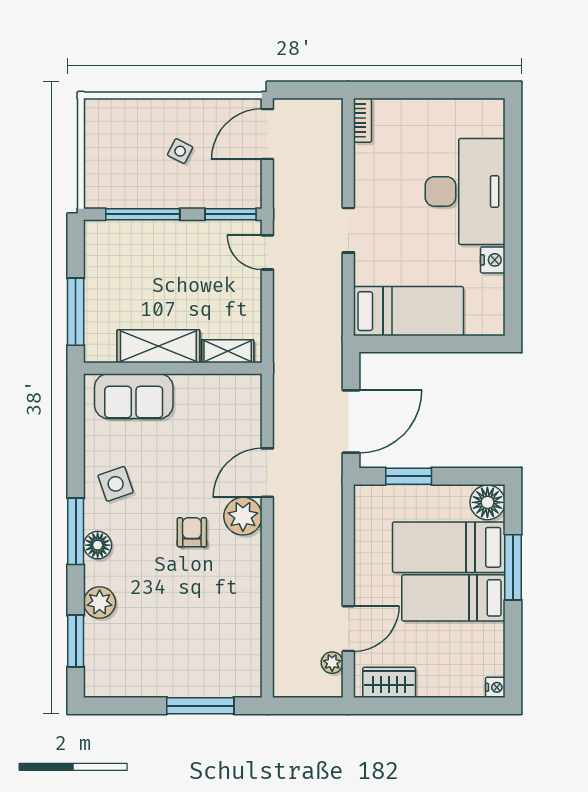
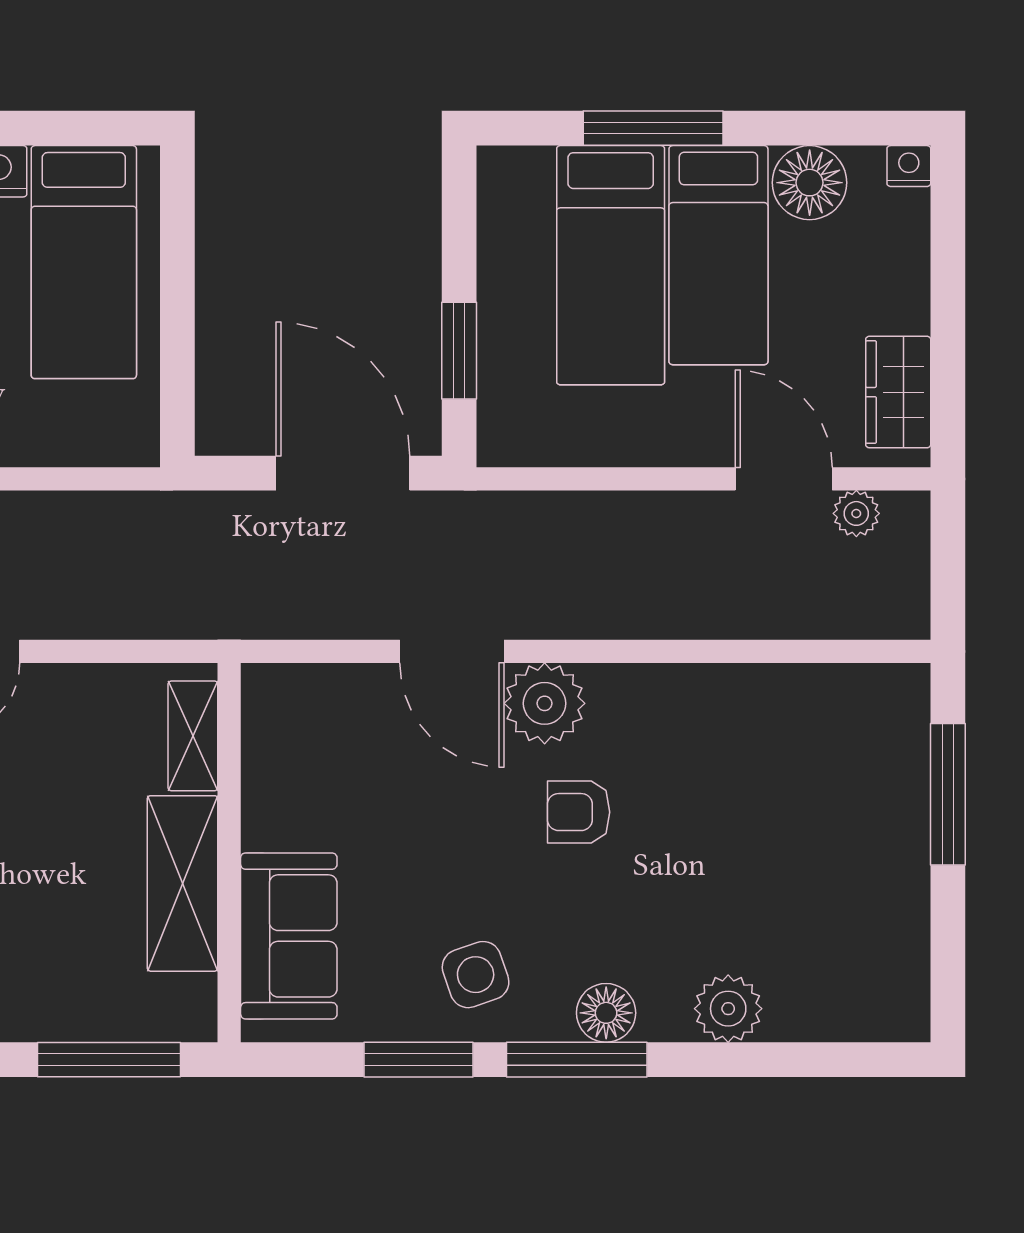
bed: (408, 311) -> (84, 262), moved, turned 180
floor lamp: (487, 502) -> (810, 183), moved
window: (76, 641) -> (418, 1060), moved

